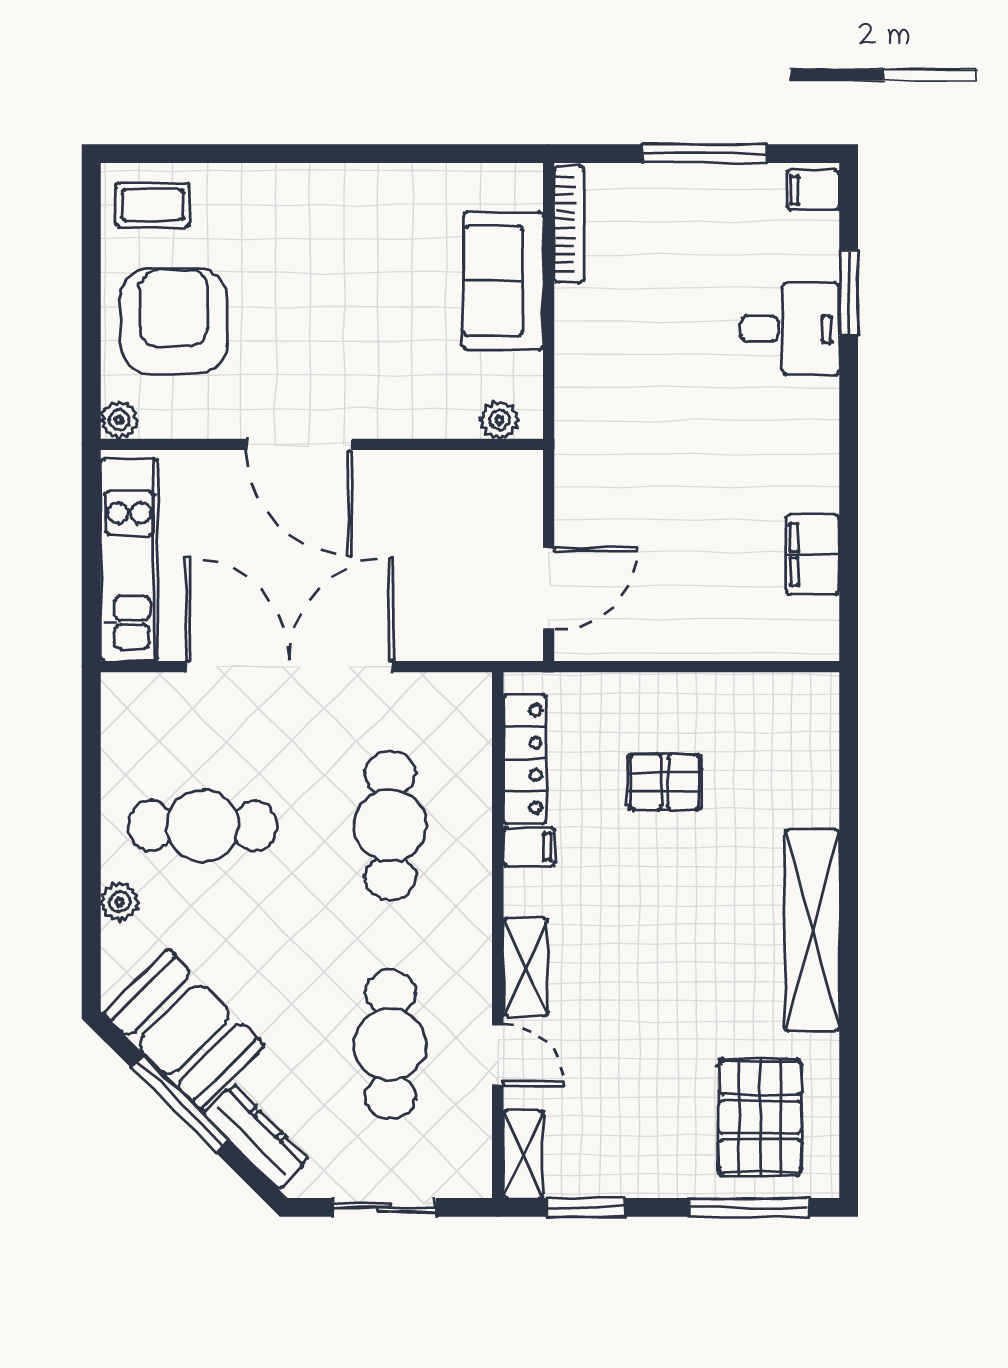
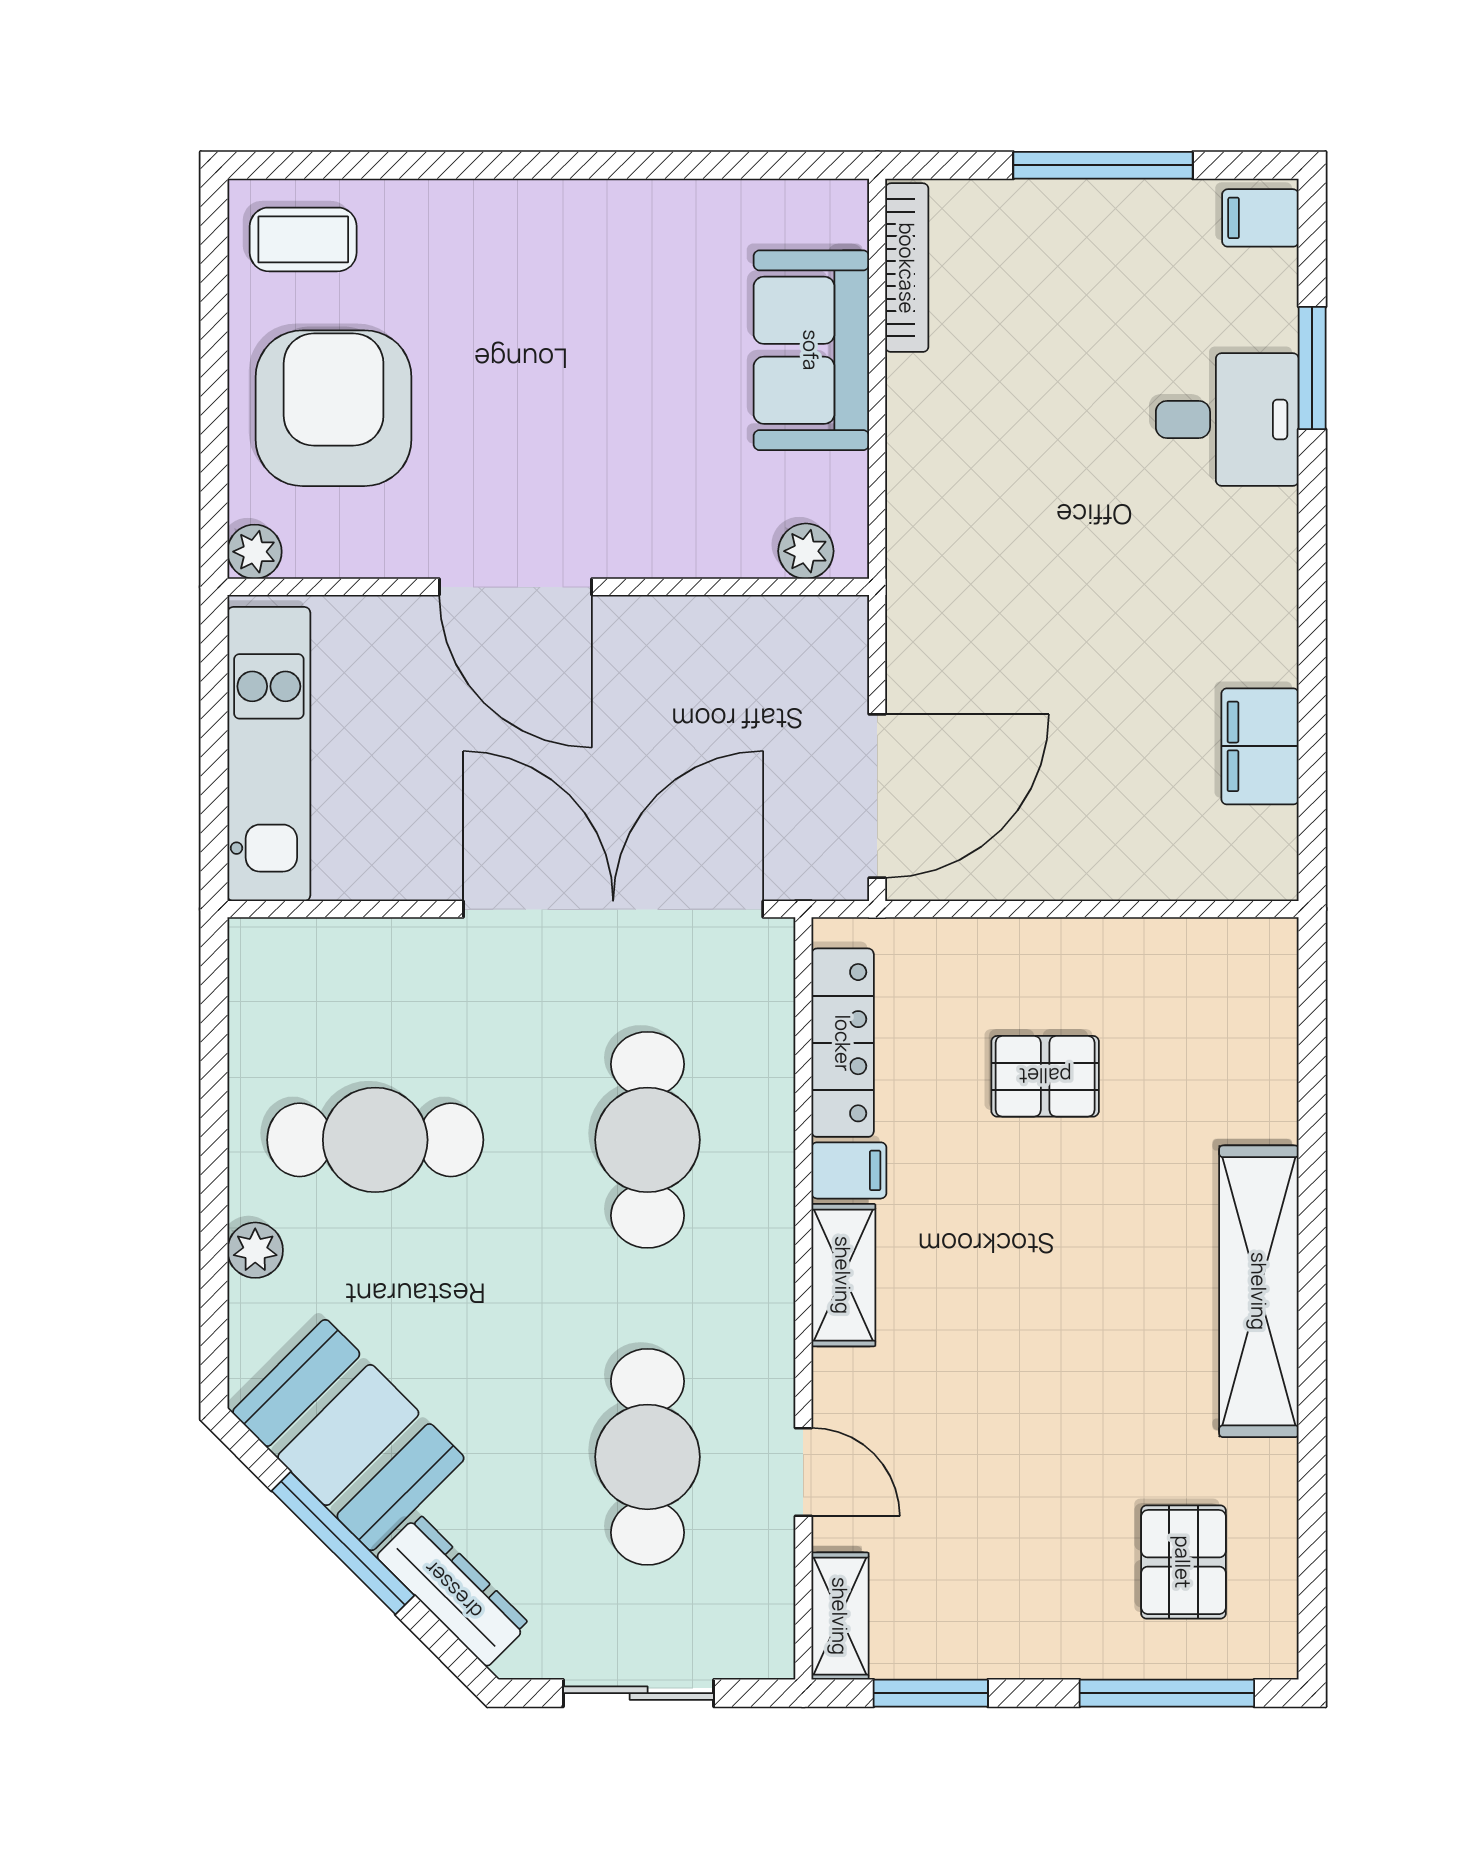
door: (549, 589) -> (877, 796), width x1.36
double door: (290, 667) -> (613, 909), moved
shelving: (525, 967) -> (843, 1275), moved
pallet: (760, 1117) -> (1183, 1562), width x0.67, depth x0.71

